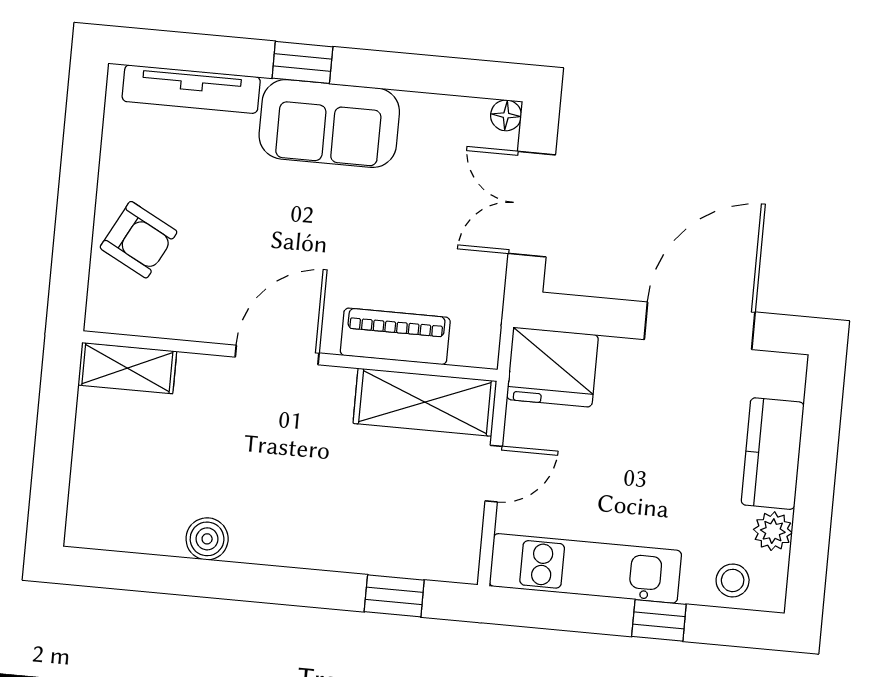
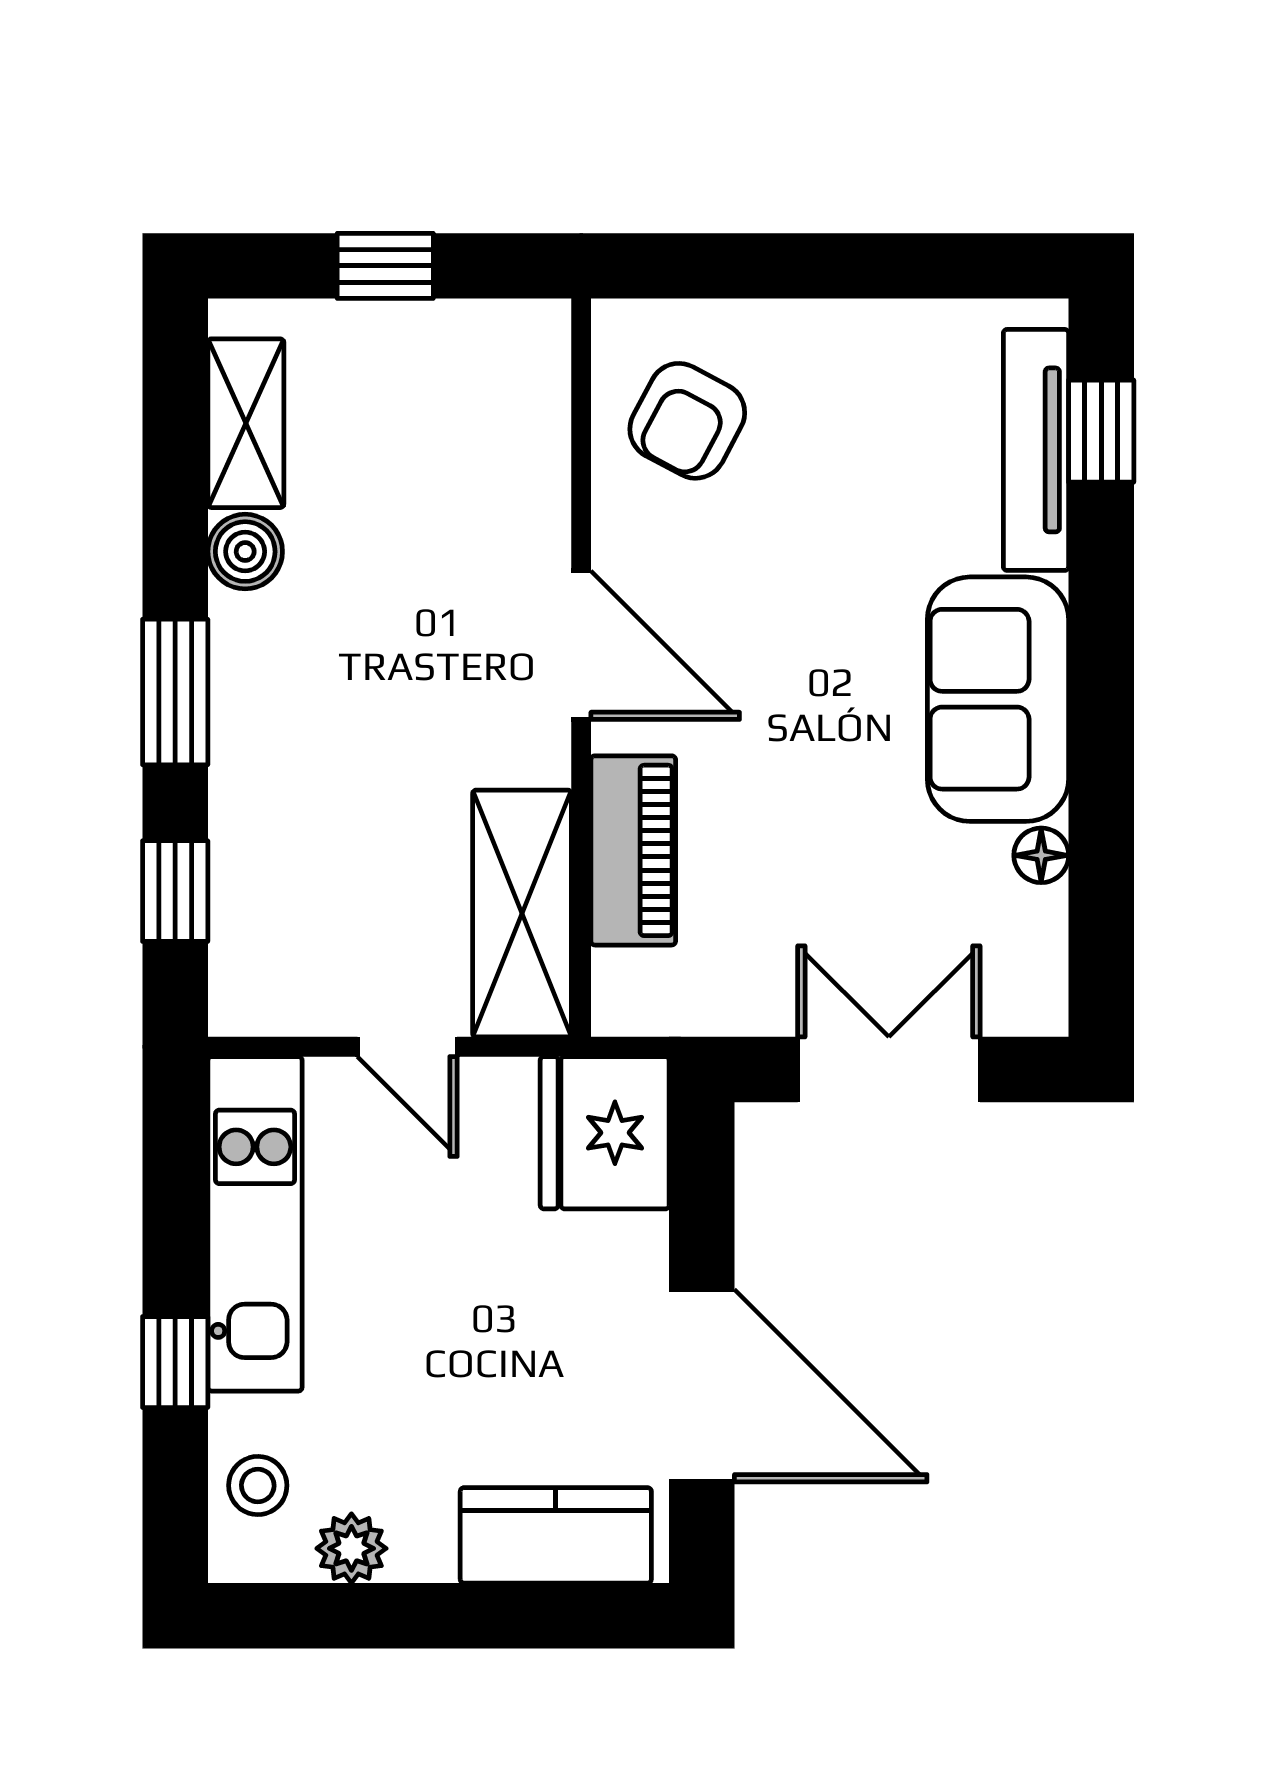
window: (302, 62) -> (1101, 431), moved
floor lamp: (506, 115) -> (1041, 855), moved
armchair: (139, 240) -> (687, 421), moved
shelving: (127, 368) -> (246, 423), moved
window: (54, 445) -> (385, 266), added
kitchen counter: (773, 454) -> (556, 1535), moved
window: (282, 585) -> (175, 692), added

